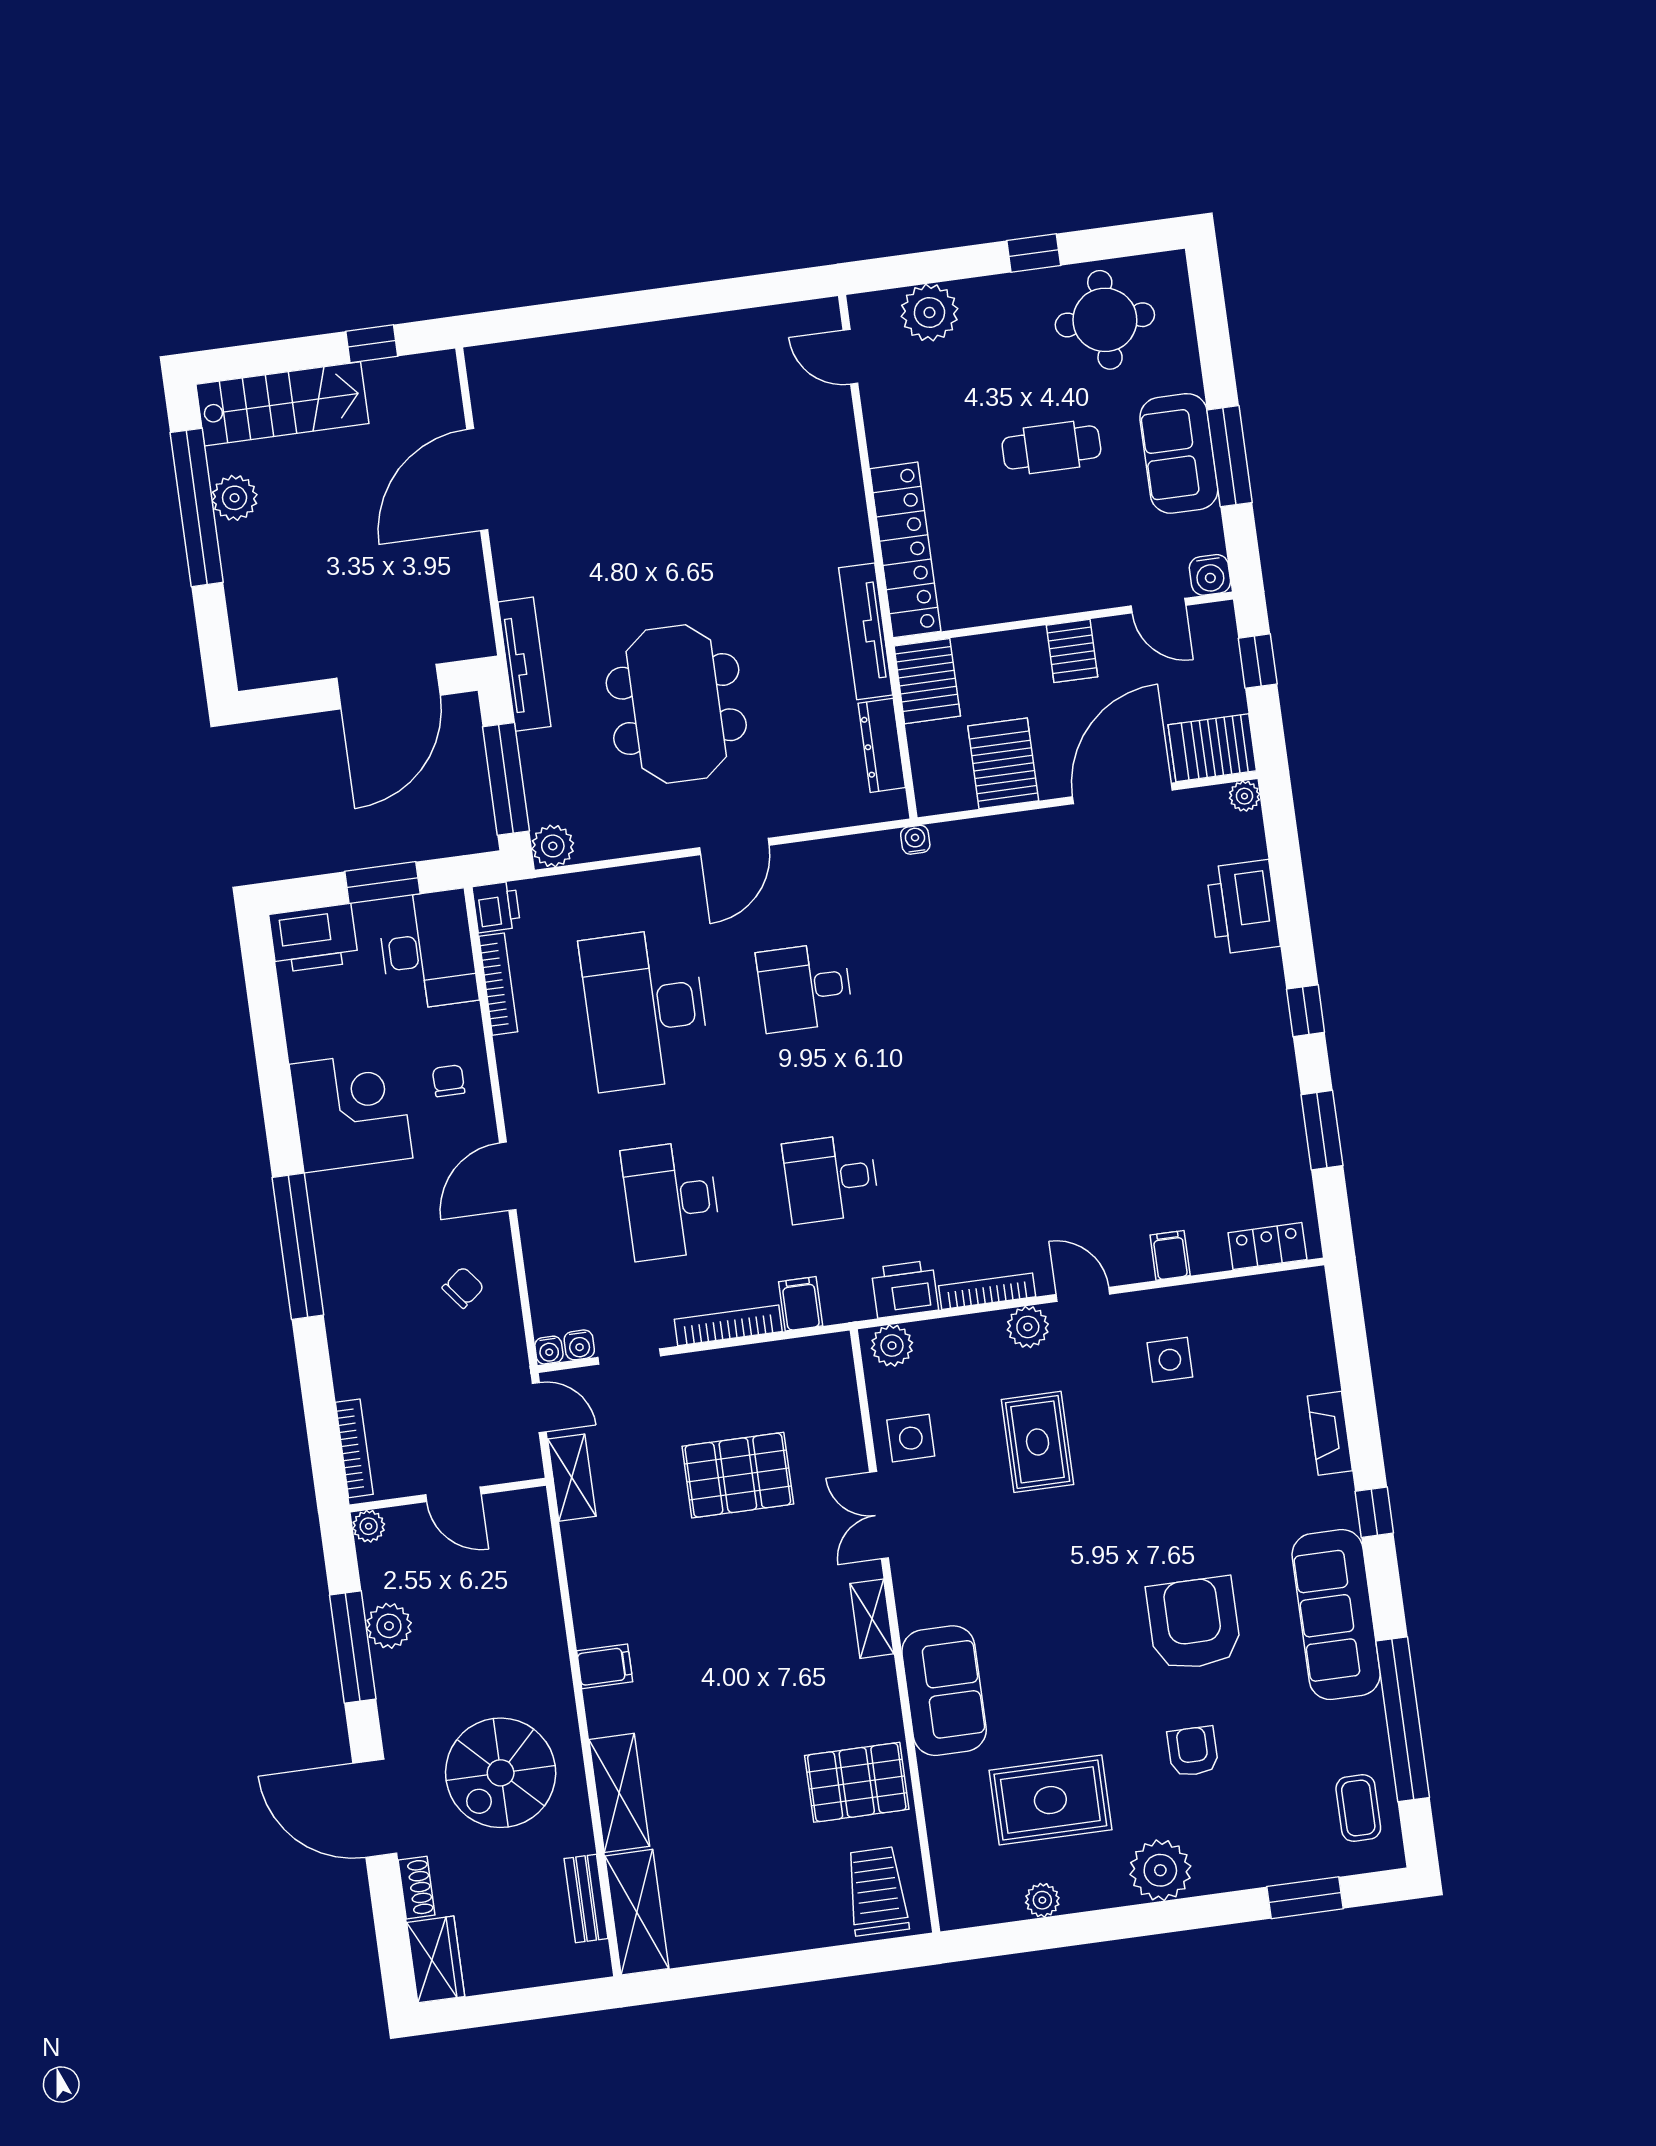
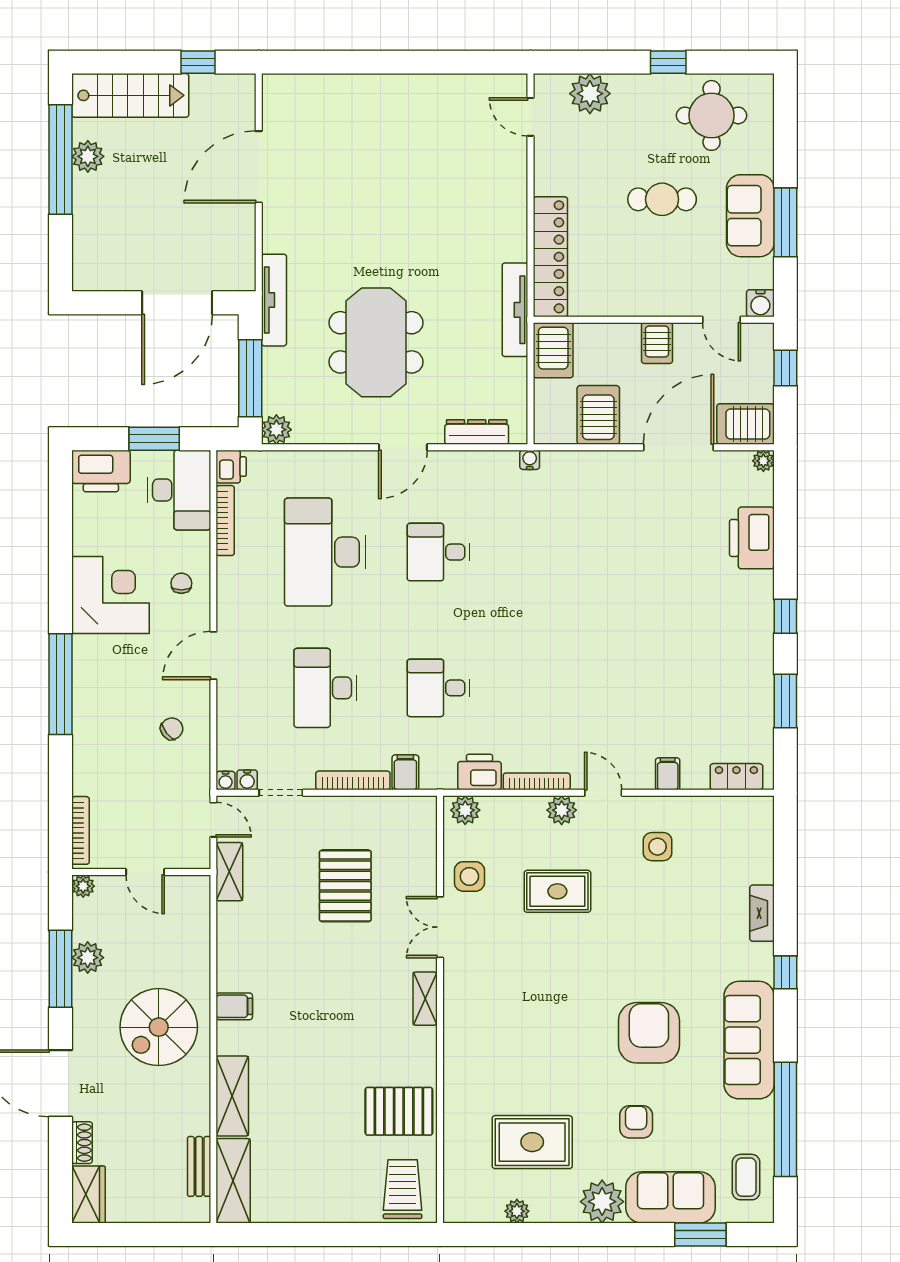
dresser: (882, 745) -> (477, 432), moved, turned 90
rug: (1038, 1442) -> (557, 891), turned 90
pallet: (738, 1475) -> (345, 886), turned 90
sofa: (944, 1691) -> (671, 1197), moved, turned -90
spiral stairs: (501, 1773) -> (159, 1027), moved

